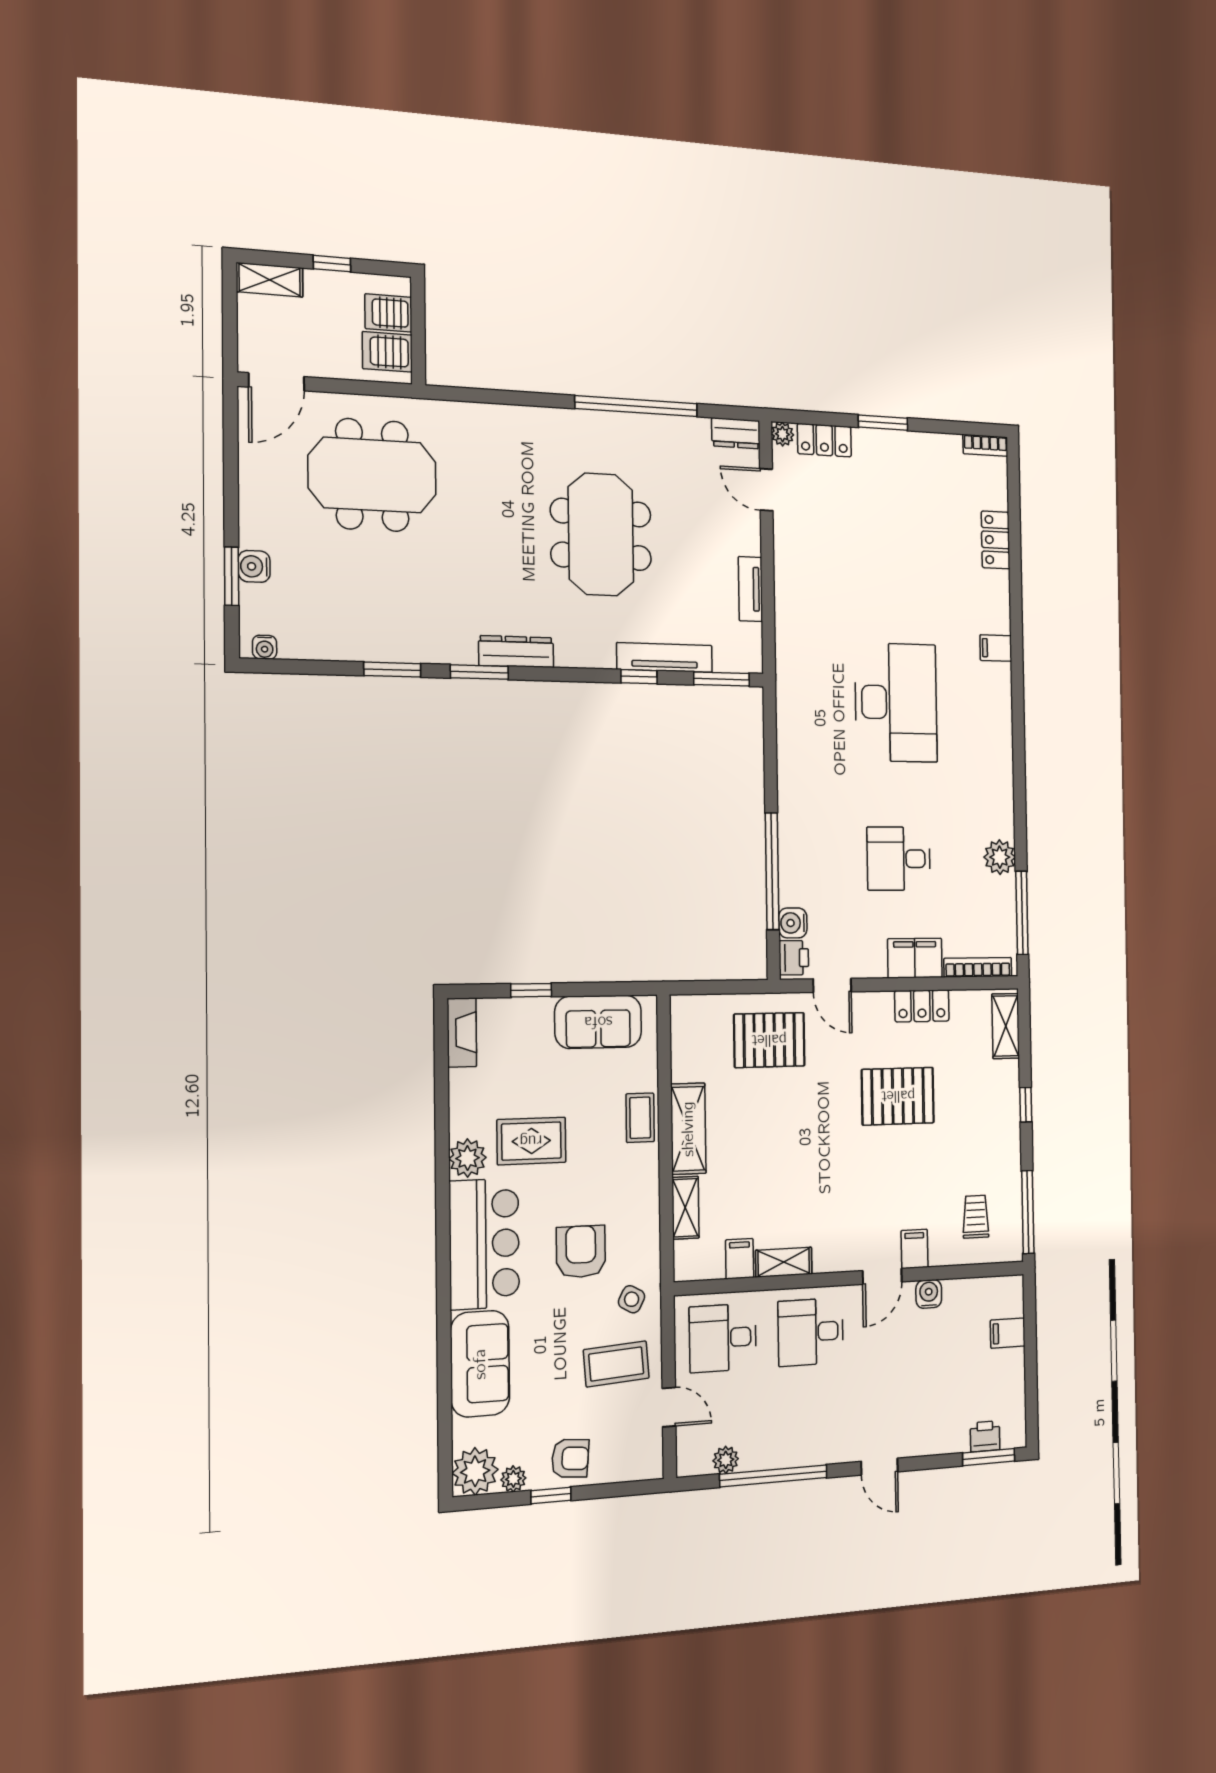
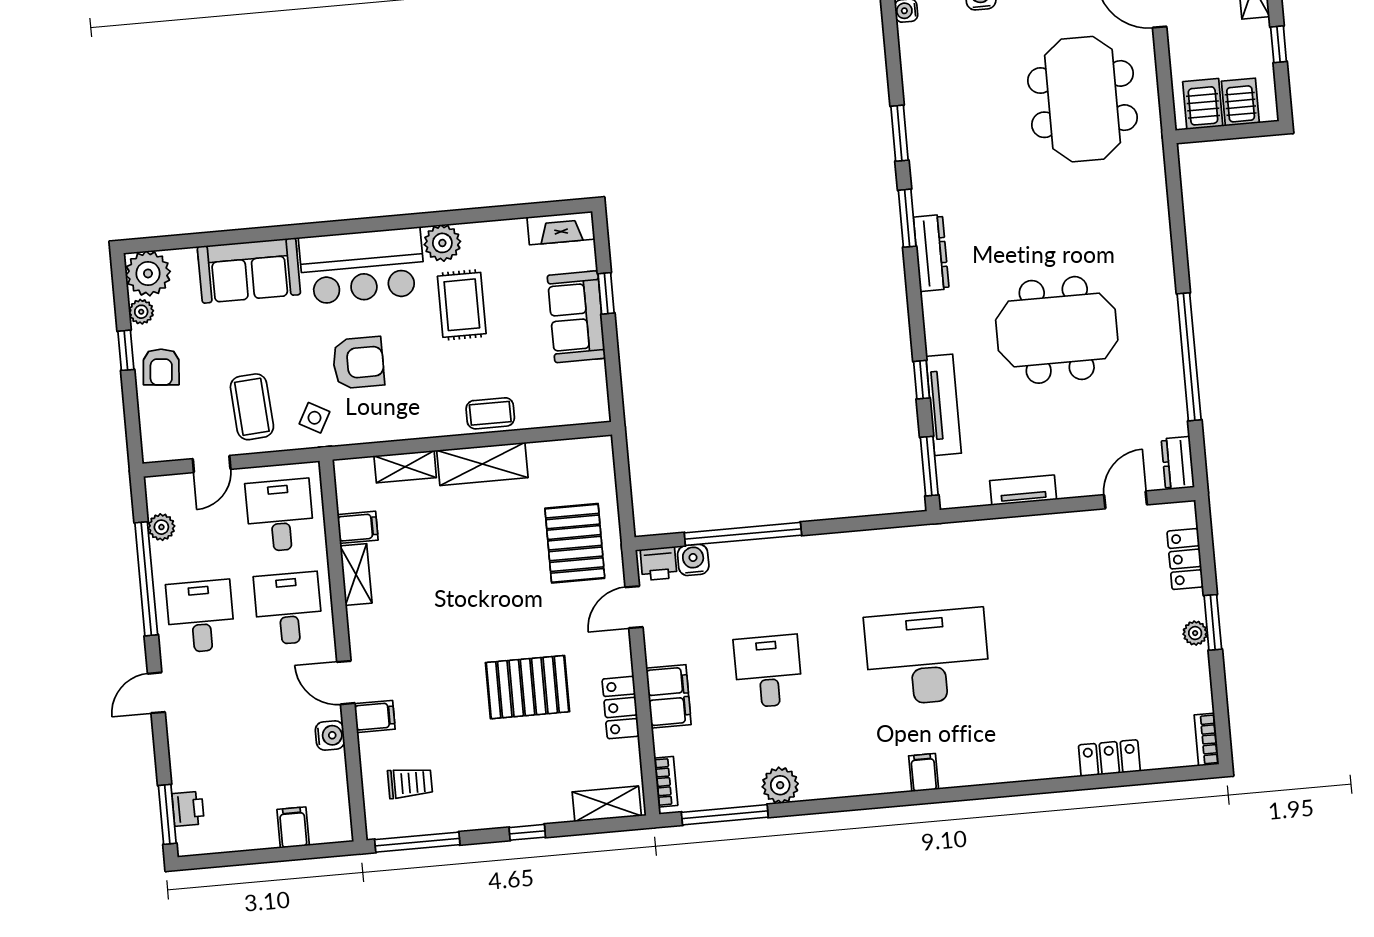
plant: (782, 434) -> (1195, 633), moved
filing cabinet: (996, 648) -> (924, 773), moved
desk: (896, 702) -> (927, 657), turned 180
bookcase: (978, 967) -> (666, 782), width x0.64
sofa: (598, 1022) -> (576, 317), moved
pallet: (898, 1096) -> (527, 687), turned 90
desk: (812, 1421) -> (201, 616), added

